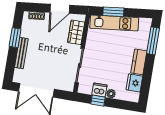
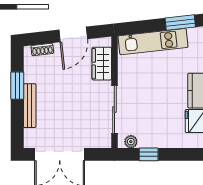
window: (113, 12) -> (180, 23), moved
dishwasher: (99, 90) -> (148, 139), removed
plant: (111, 94) -> (131, 142), moved

